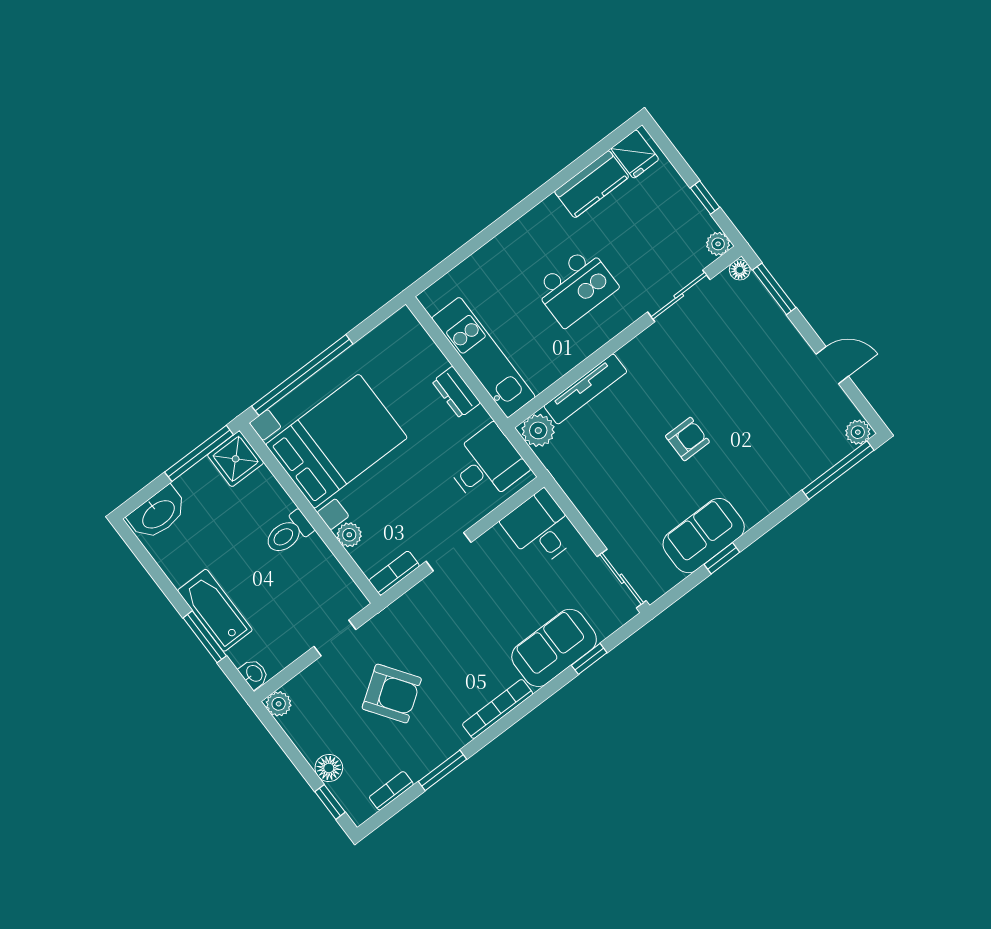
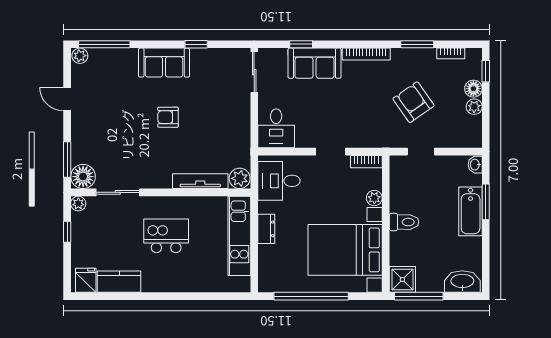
floor lamp: (740, 270) -> (83, 177), width x1.89, depth x1.89
window: (302, 375) -> (311, 296), moved
sofa: (704, 536) -> (164, 63), moved
plant: (279, 704) -> (474, 107), moved

